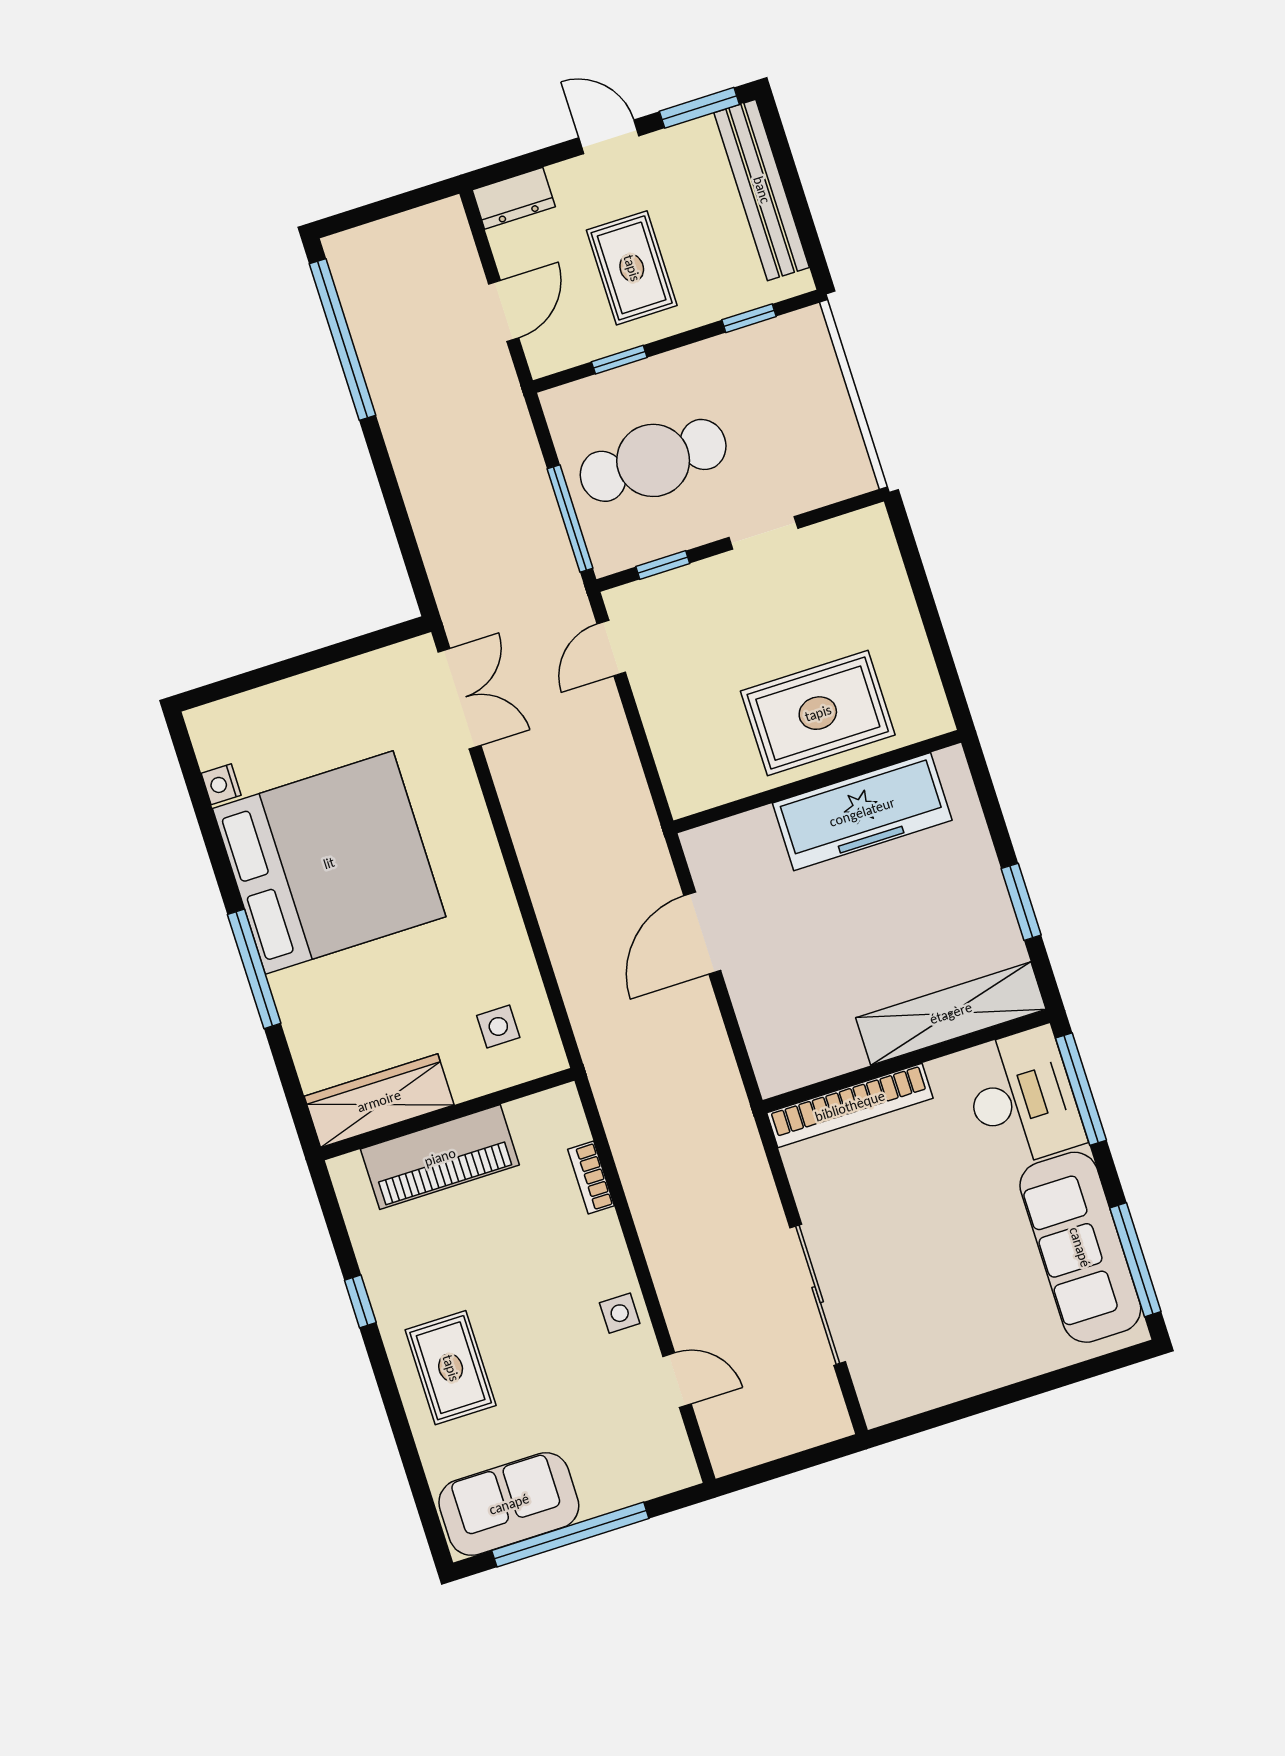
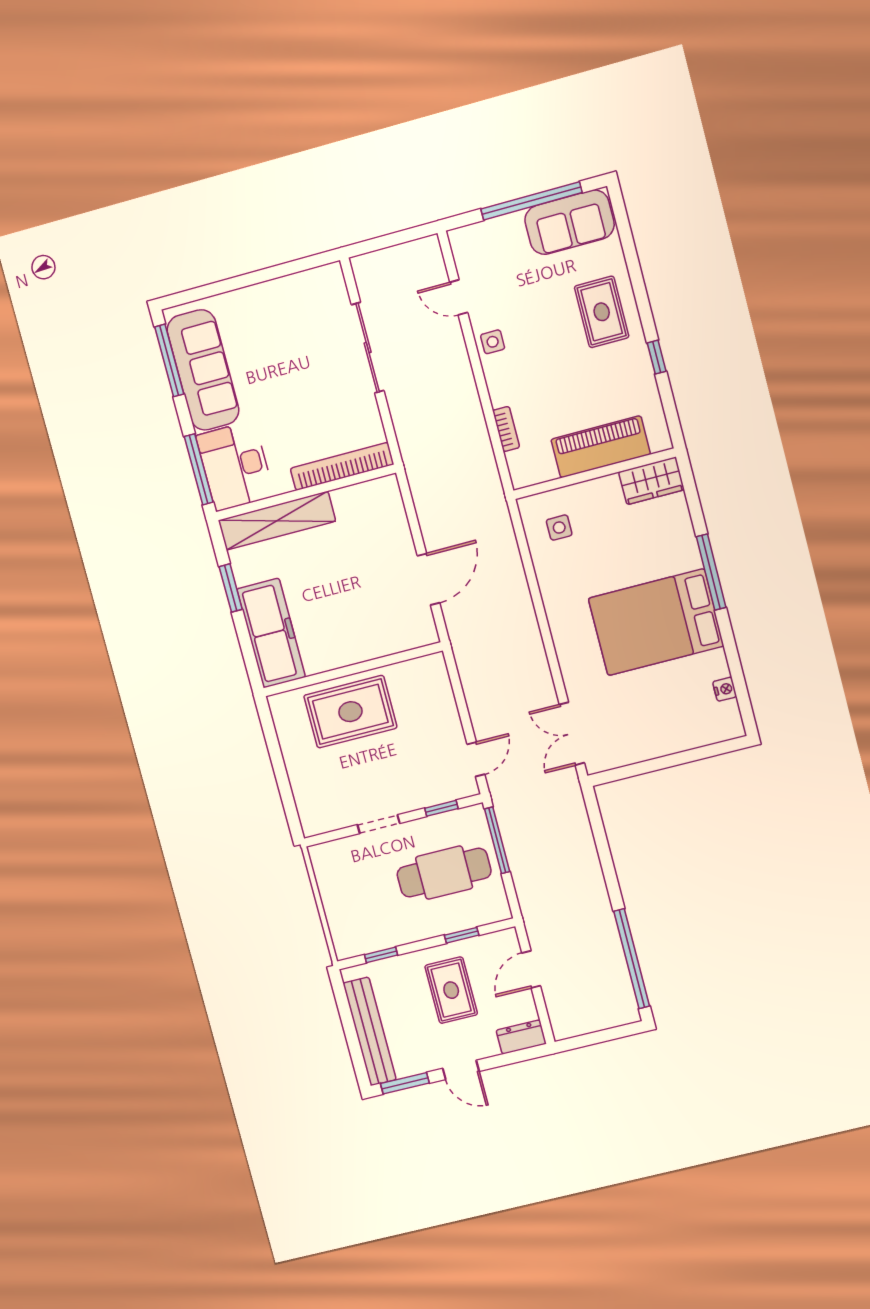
freezer: (862, 812) -> (271, 633), moved, turned 90
bed: (329, 863) -> (656, 622), width x0.73
wardrobe: (379, 1101) -> (651, 481), width x0.67

